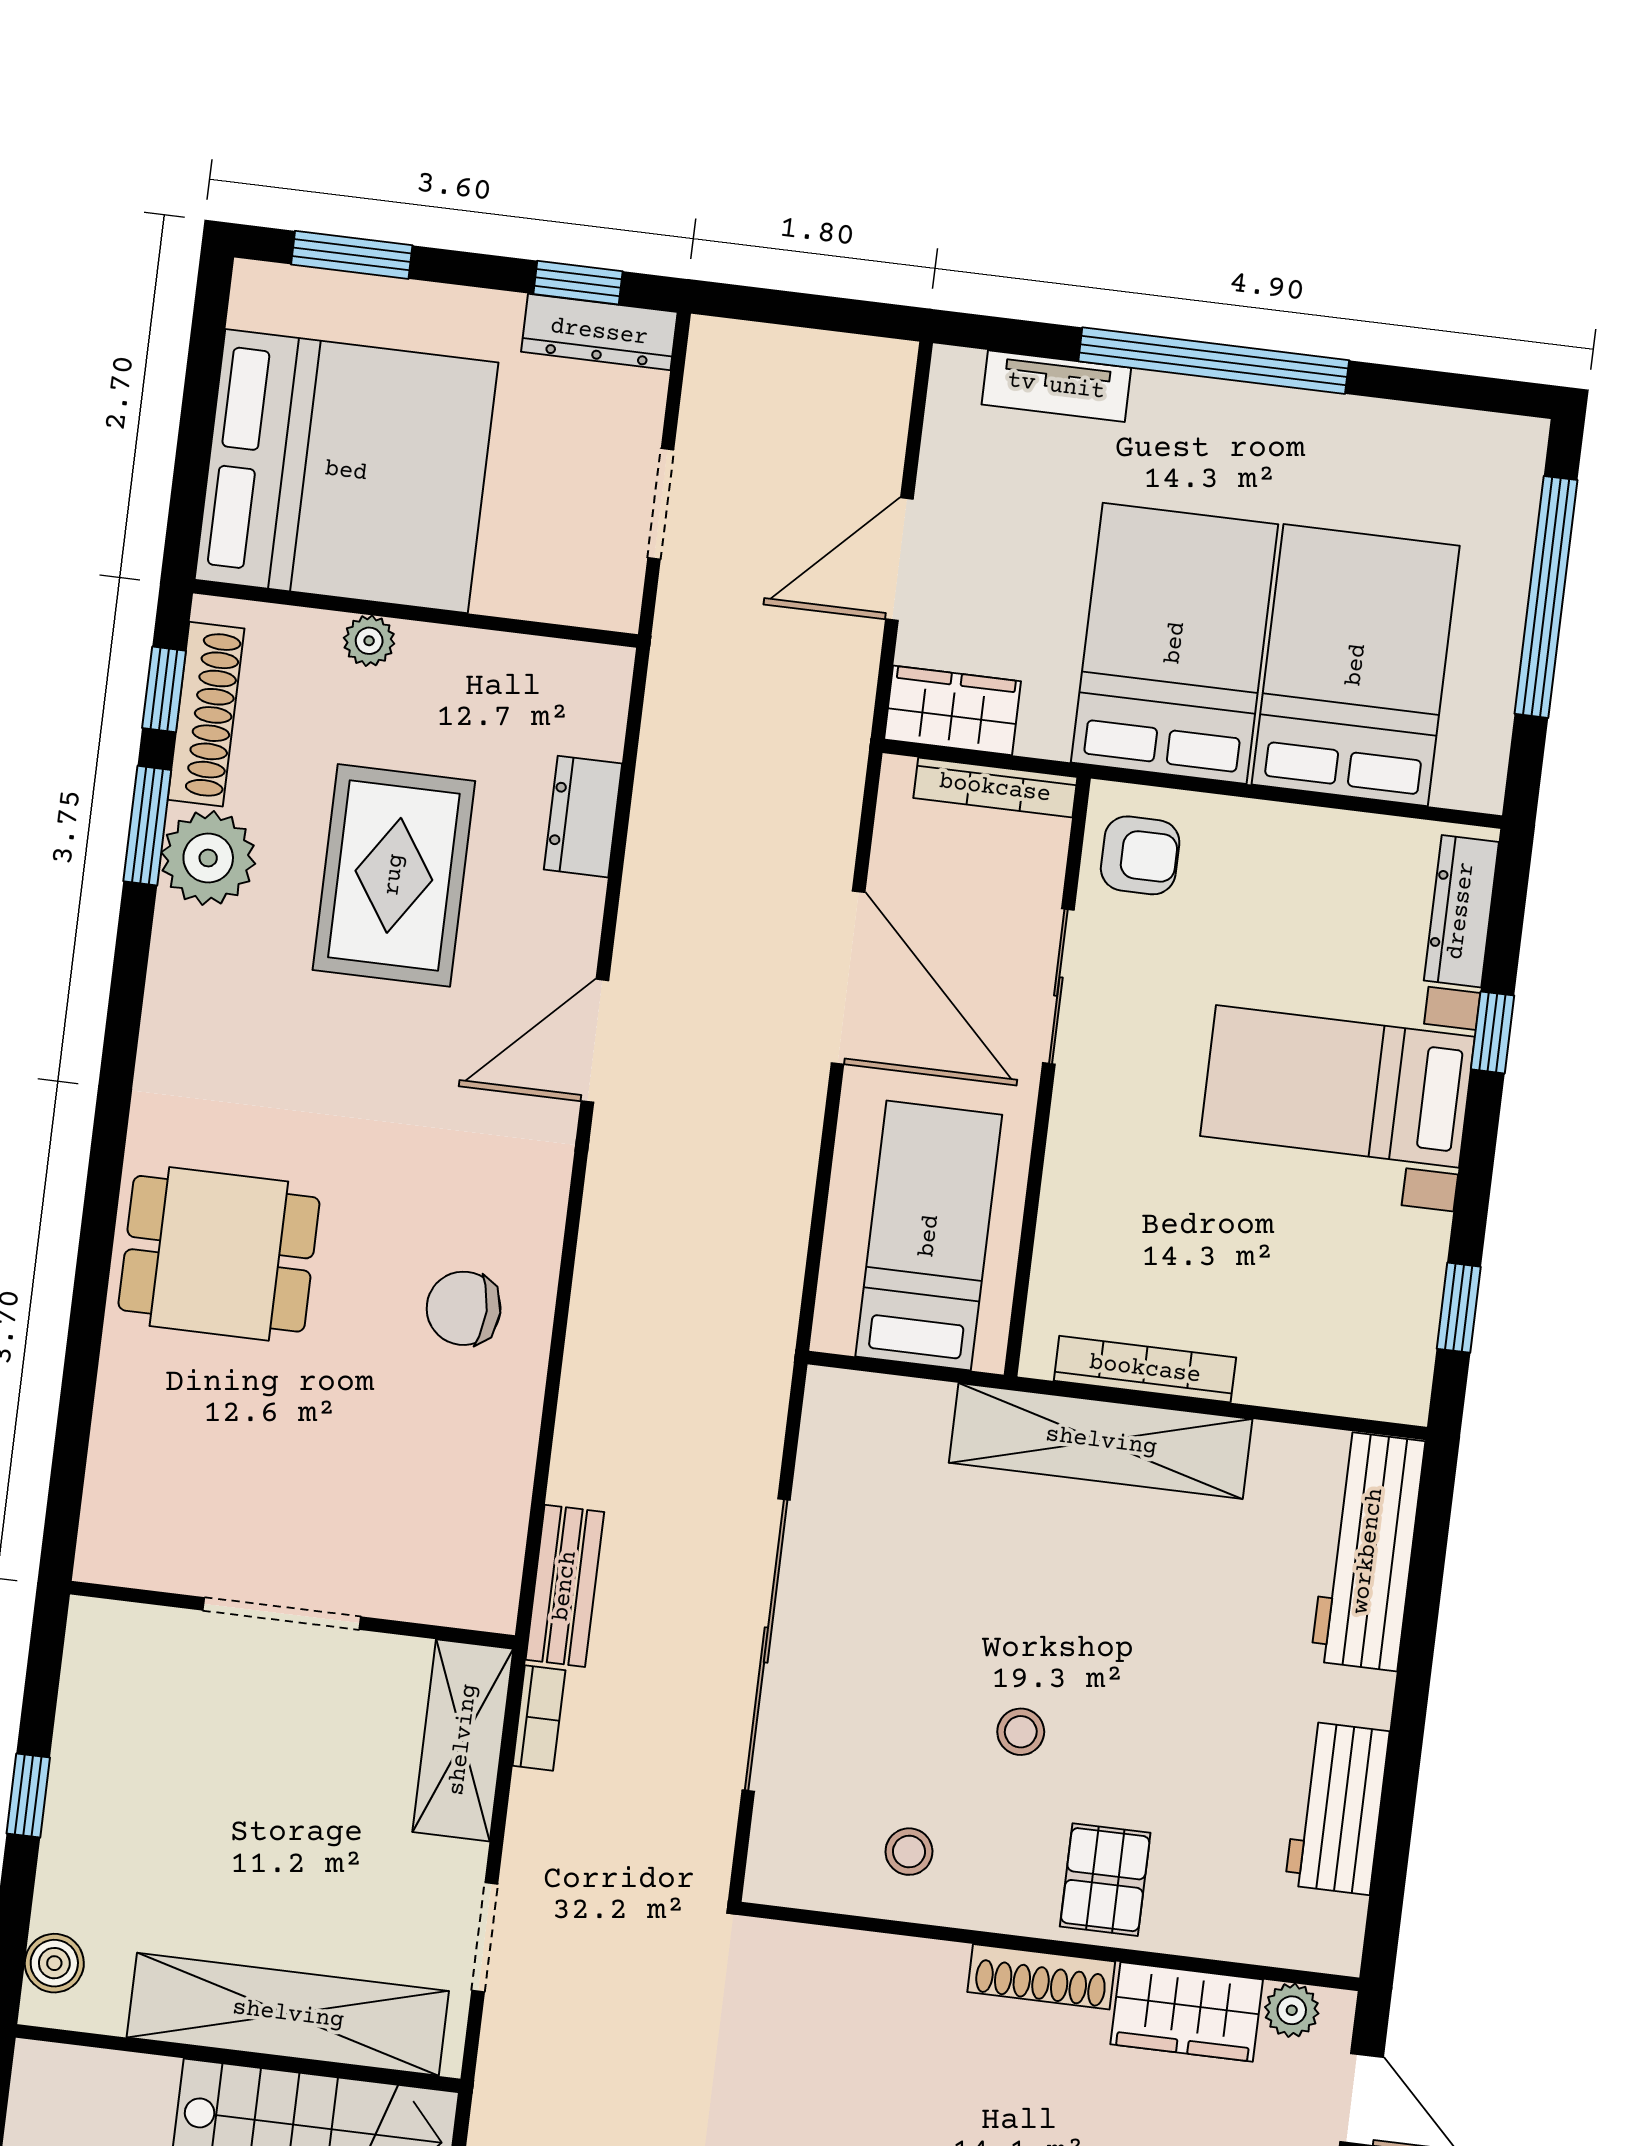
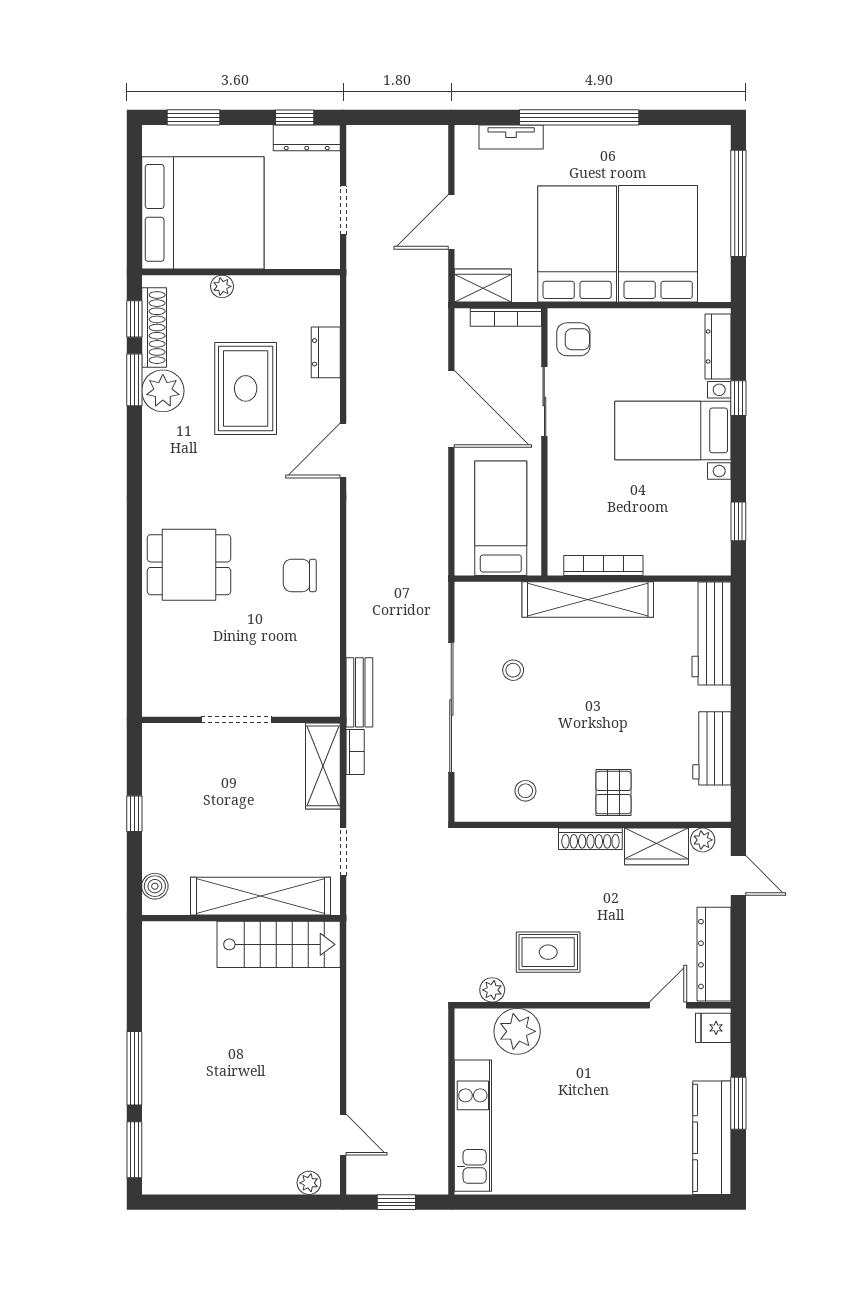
stool: (1021, 1732) -> (513, 670), moved

